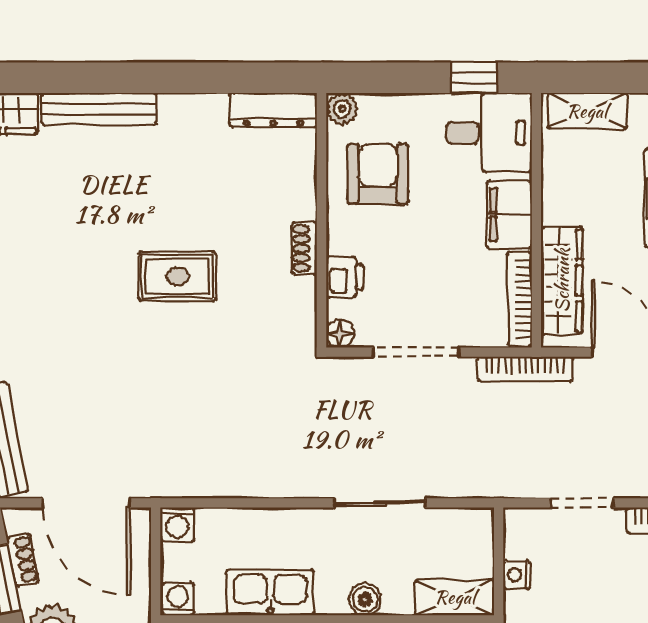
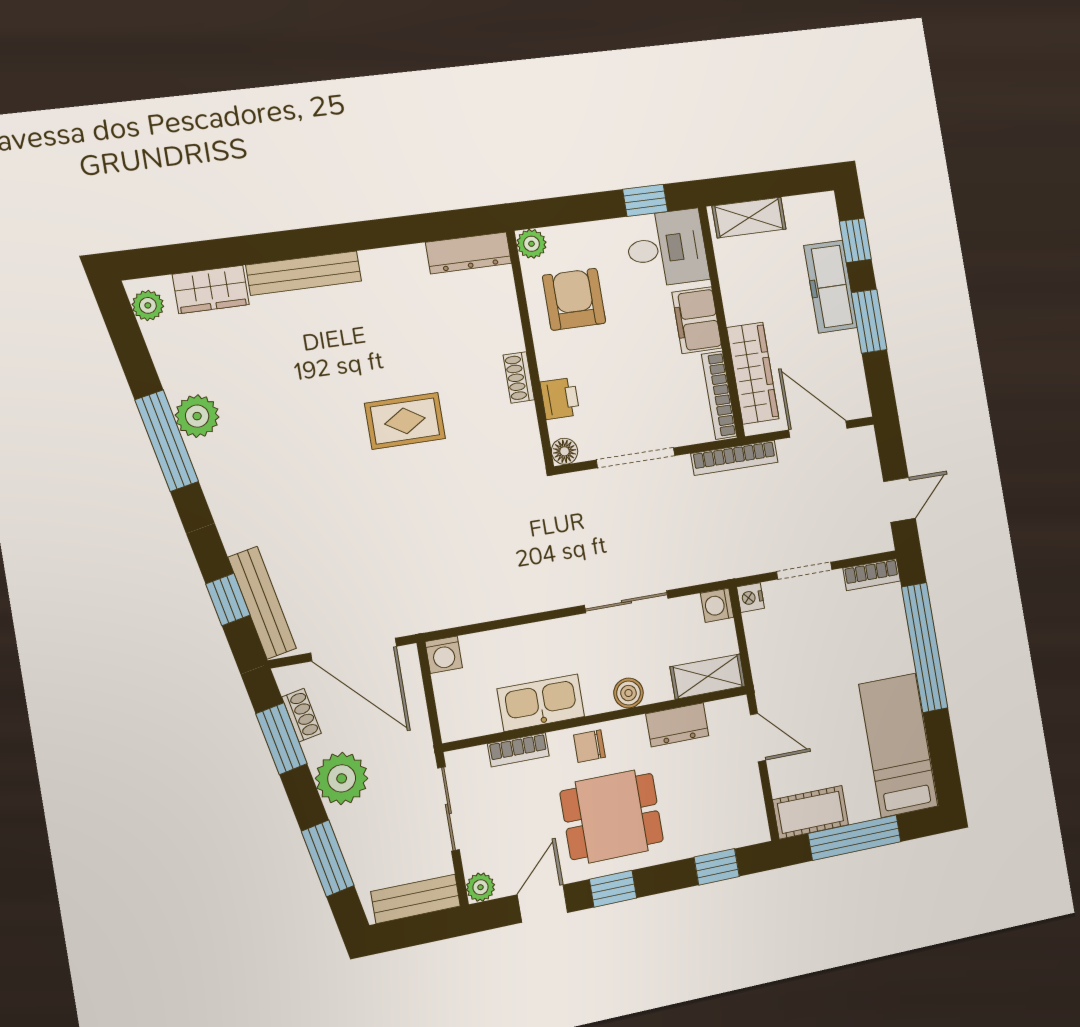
nightstand: (517, 575) -> (751, 598), moved
washing machine: (178, 599) -> (717, 605), moved, turned -90

